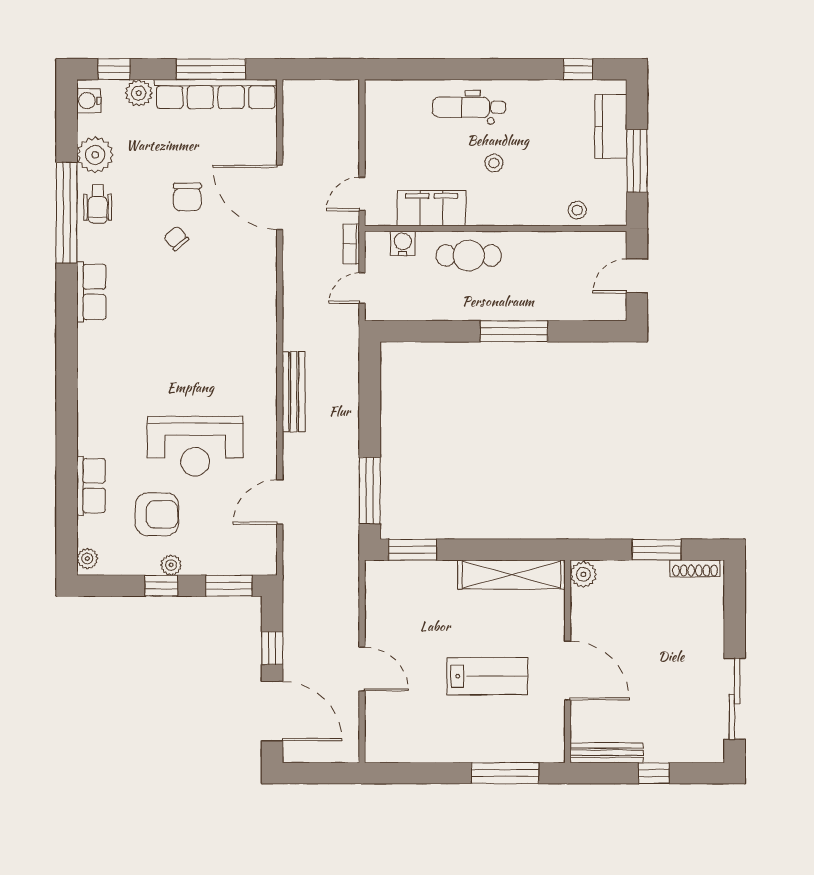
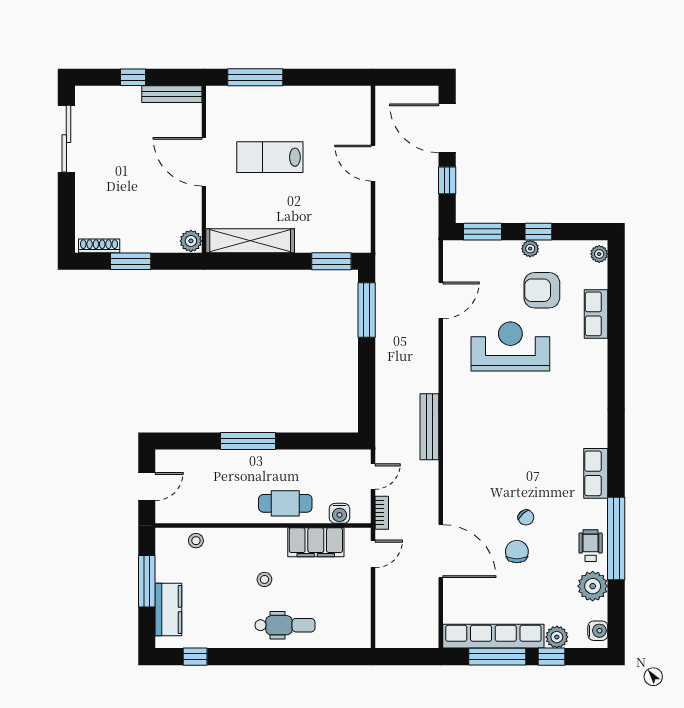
window: (114, 69) -> (551, 657), moved
bench: (294, 392) -> (429, 427), moved

